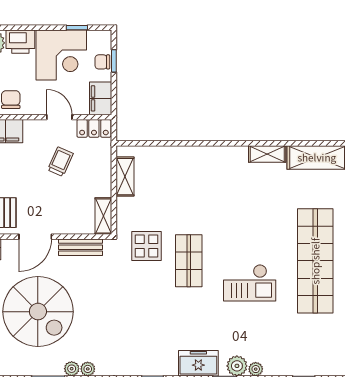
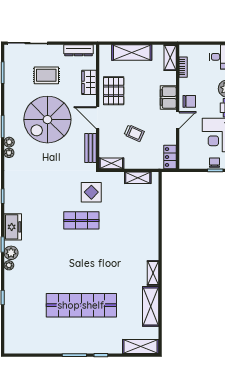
filing cabinet: (101, 98) -> (190, 162), removed
door: (59, 117) -> (178, 120), moved
trolley: (60, 162) -> (134, 133), moved
checkout: (250, 283) -> (67, 261), removed

